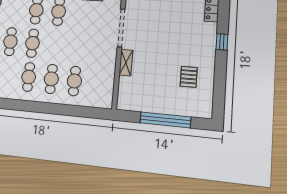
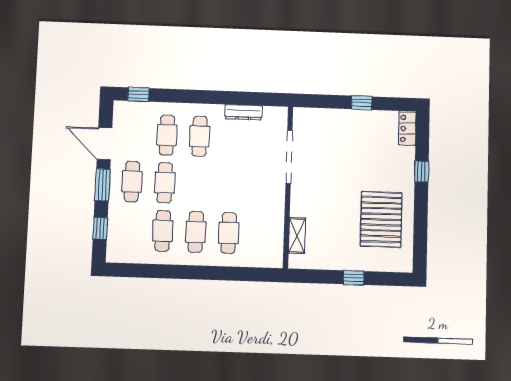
shelving: (126, 63) -> (297, 235), moved
pallet: (189, 77) -> (381, 219), width x2.05, depth x2.00
window: (165, 120) -> (354, 278), width x0.32

